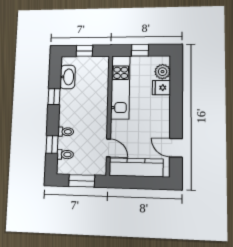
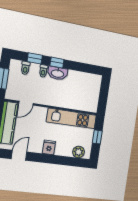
window: (84, 51) -> (104, 94), removed
washbasin: (68, 77) -> (58, 73), moved
fridge: (161, 88) -> (49, 147), moved
window: (54, 97) -> (57, 63), moved

